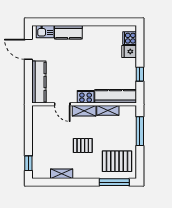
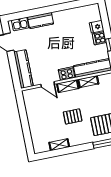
cooker: (130, 38) -> (99, 38), moved
window: (28, 163) -> (28, 141), removed

